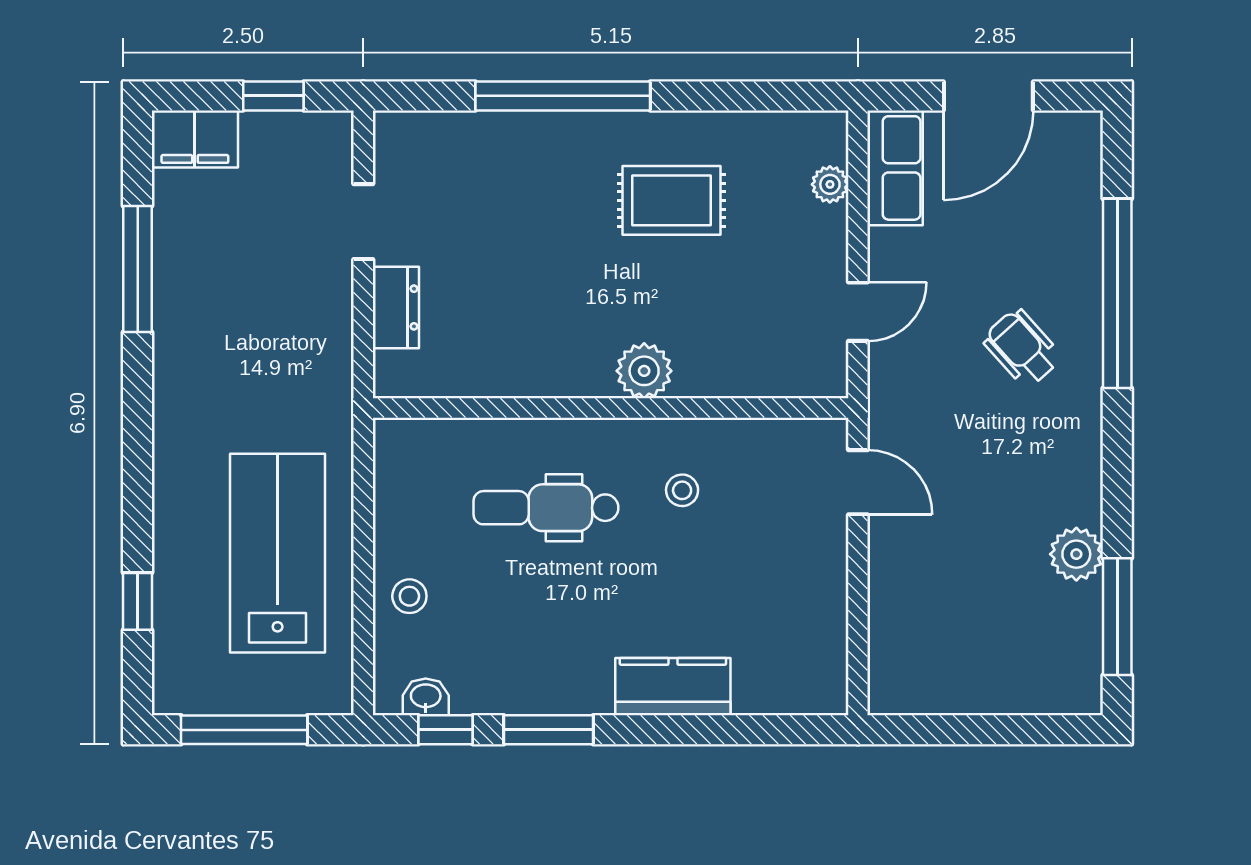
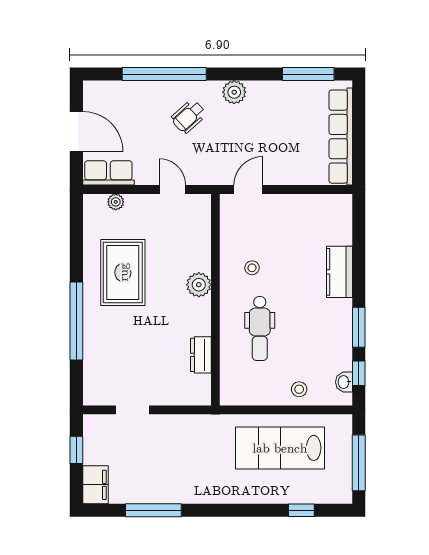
rug: (672, 200) -> (123, 272), width x1.36, depth x1.43
dresser: (396, 308) -> (201, 355), moved, turned -90
plant: (1076, 554) -> (234, 92), moved
row of seats: (977, 690) -> (341, 137), added

